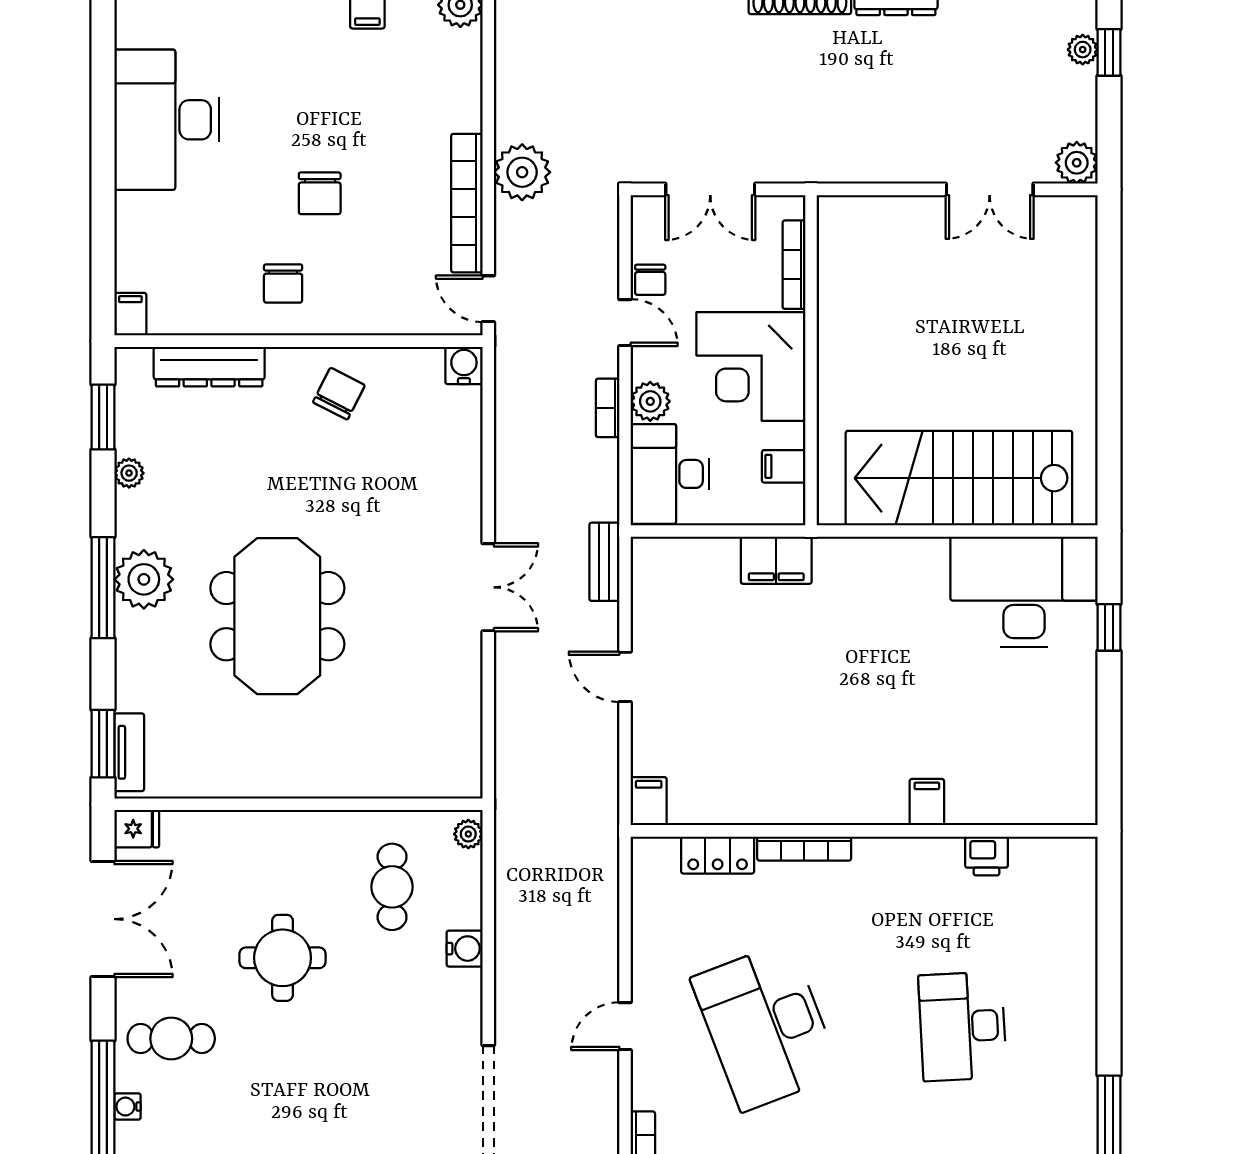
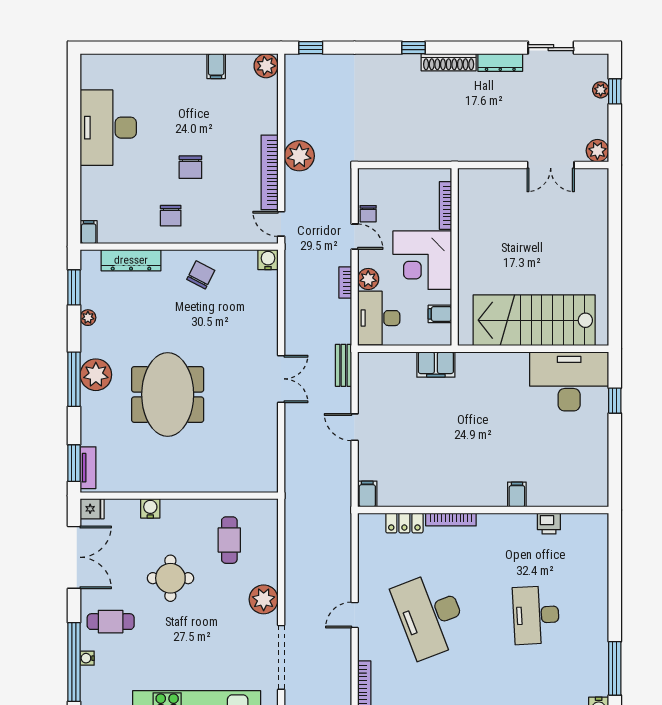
double door: (710, 189) -> (400, 165), removed
plant: (468, 834) -> (264, 599), moved, width x1.88, depth x1.88
water cooler: (465, 949) -> (150, 508), moved, turned -90

